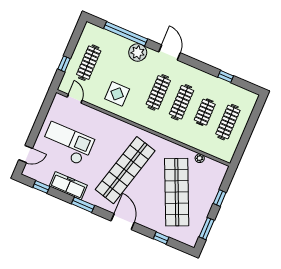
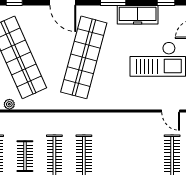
display table: (117, 94) -> (127, 136), removed

